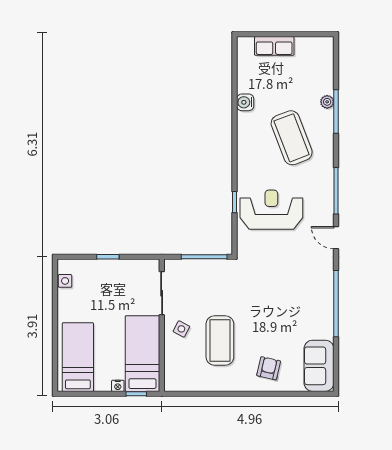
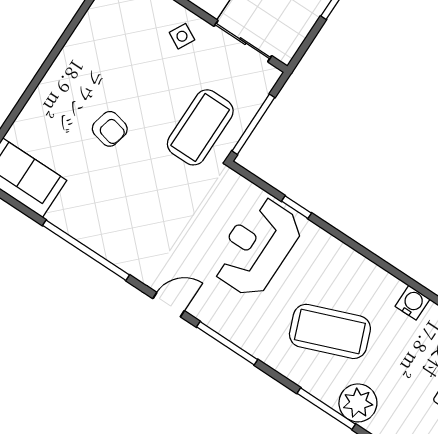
plant: (327, 102) -> (358, 403), width x1.87, depth x1.87
reception desk: (271, 210) -> (257, 247), turned 180
coffee table: (220, 340) -> (200, 127), moved, turned 90
armchair: (269, 368) -> (110, 129), moved

